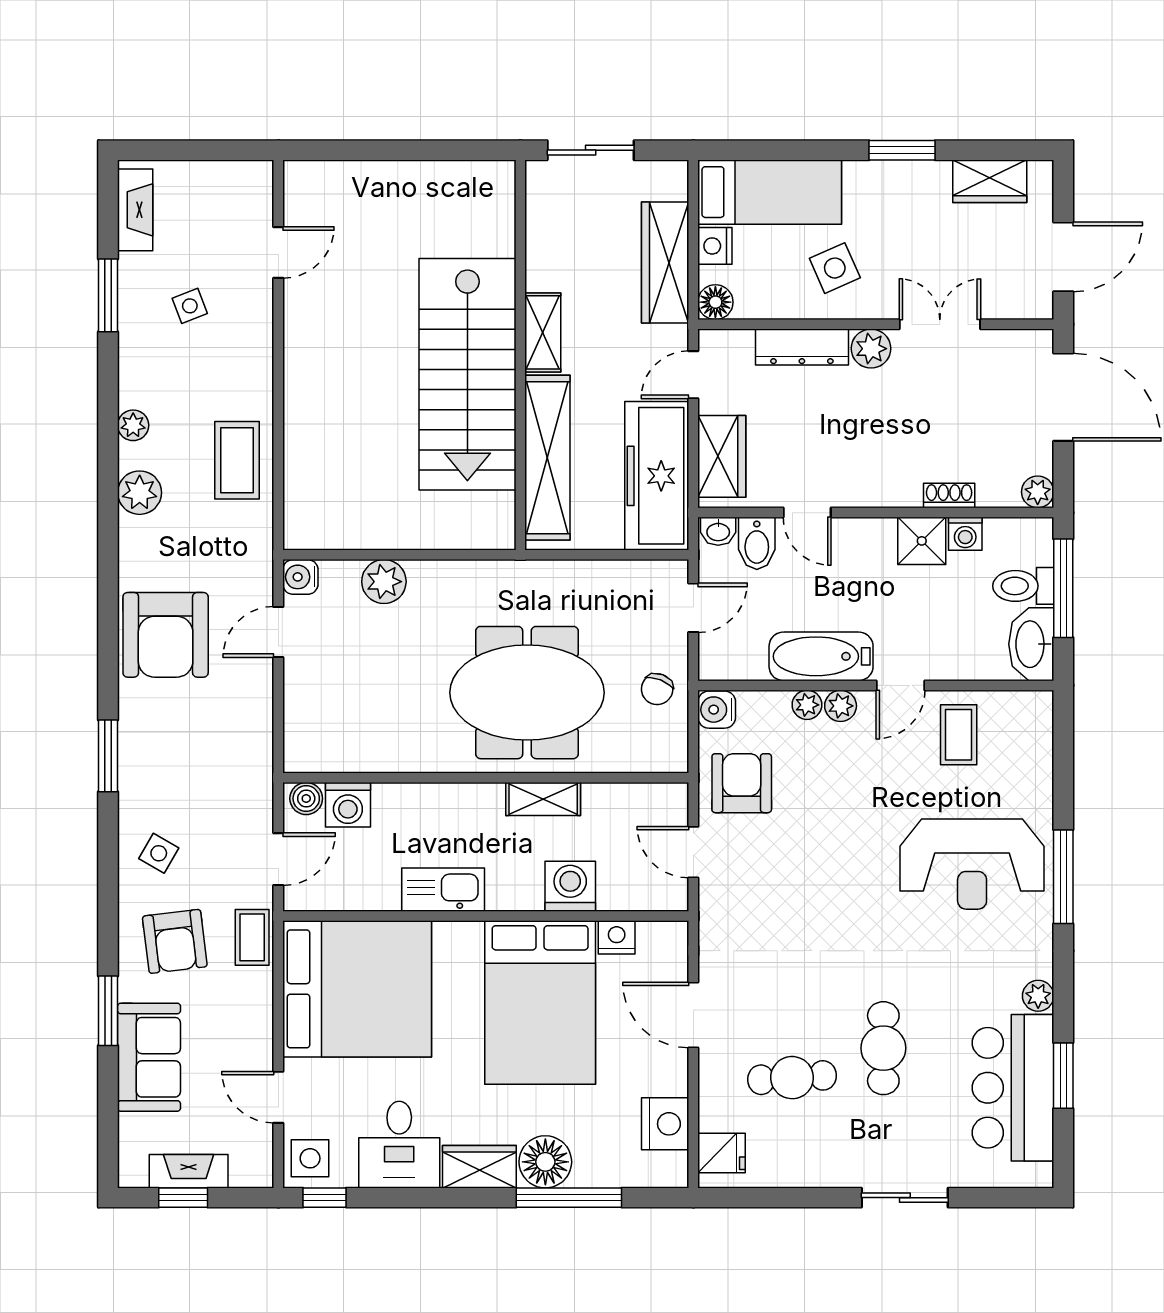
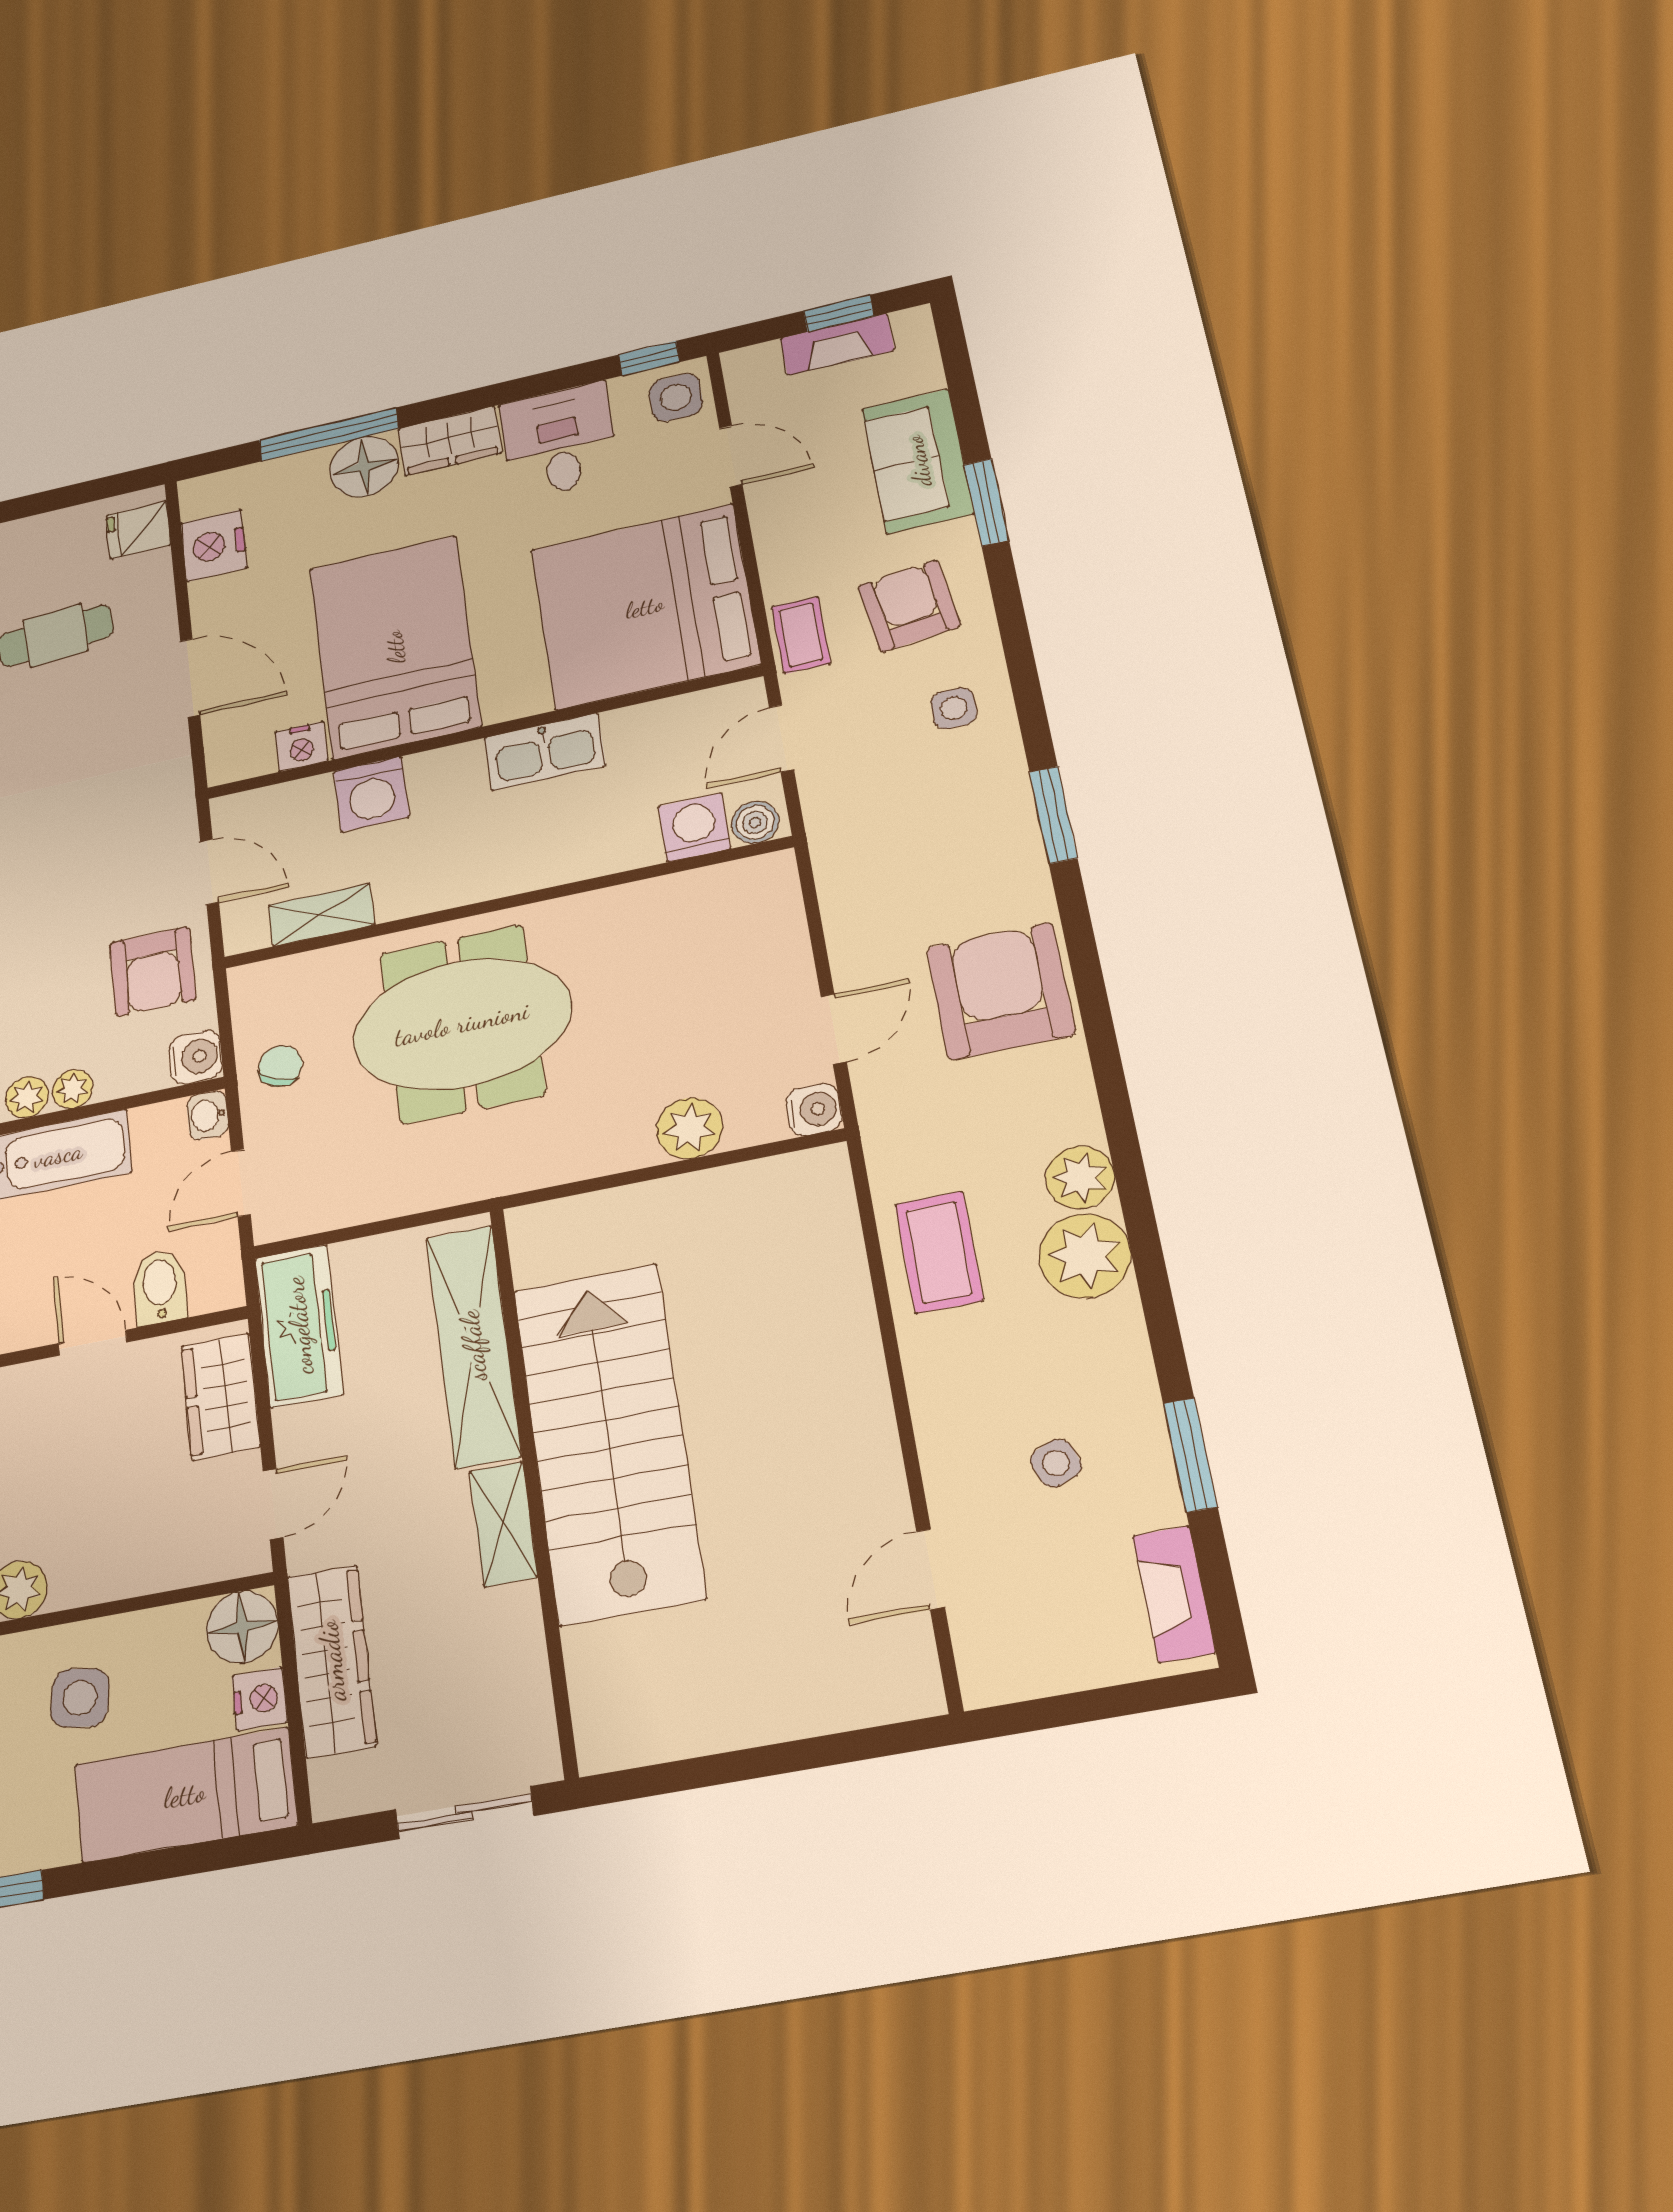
side table: (835, 268) -> (80, 1698), turned 33
floor lamp: (715, 302) -> (242, 1627), width x1.38, depth x1.38
dresser: (802, 347) -> (119, 1574), removed
plant: (133, 425) -> (1085, 1256), width x1.87, depth x1.87
freezer: (657, 476) -> (299, 1326), width x0.73, depth x0.79
washbasin: (718, 531) -> (208, 1115), moved, turned -90
shelving: (543, 799) -> (321, 915), moved
side table: (159, 853) -> (954, 708), turned -30

